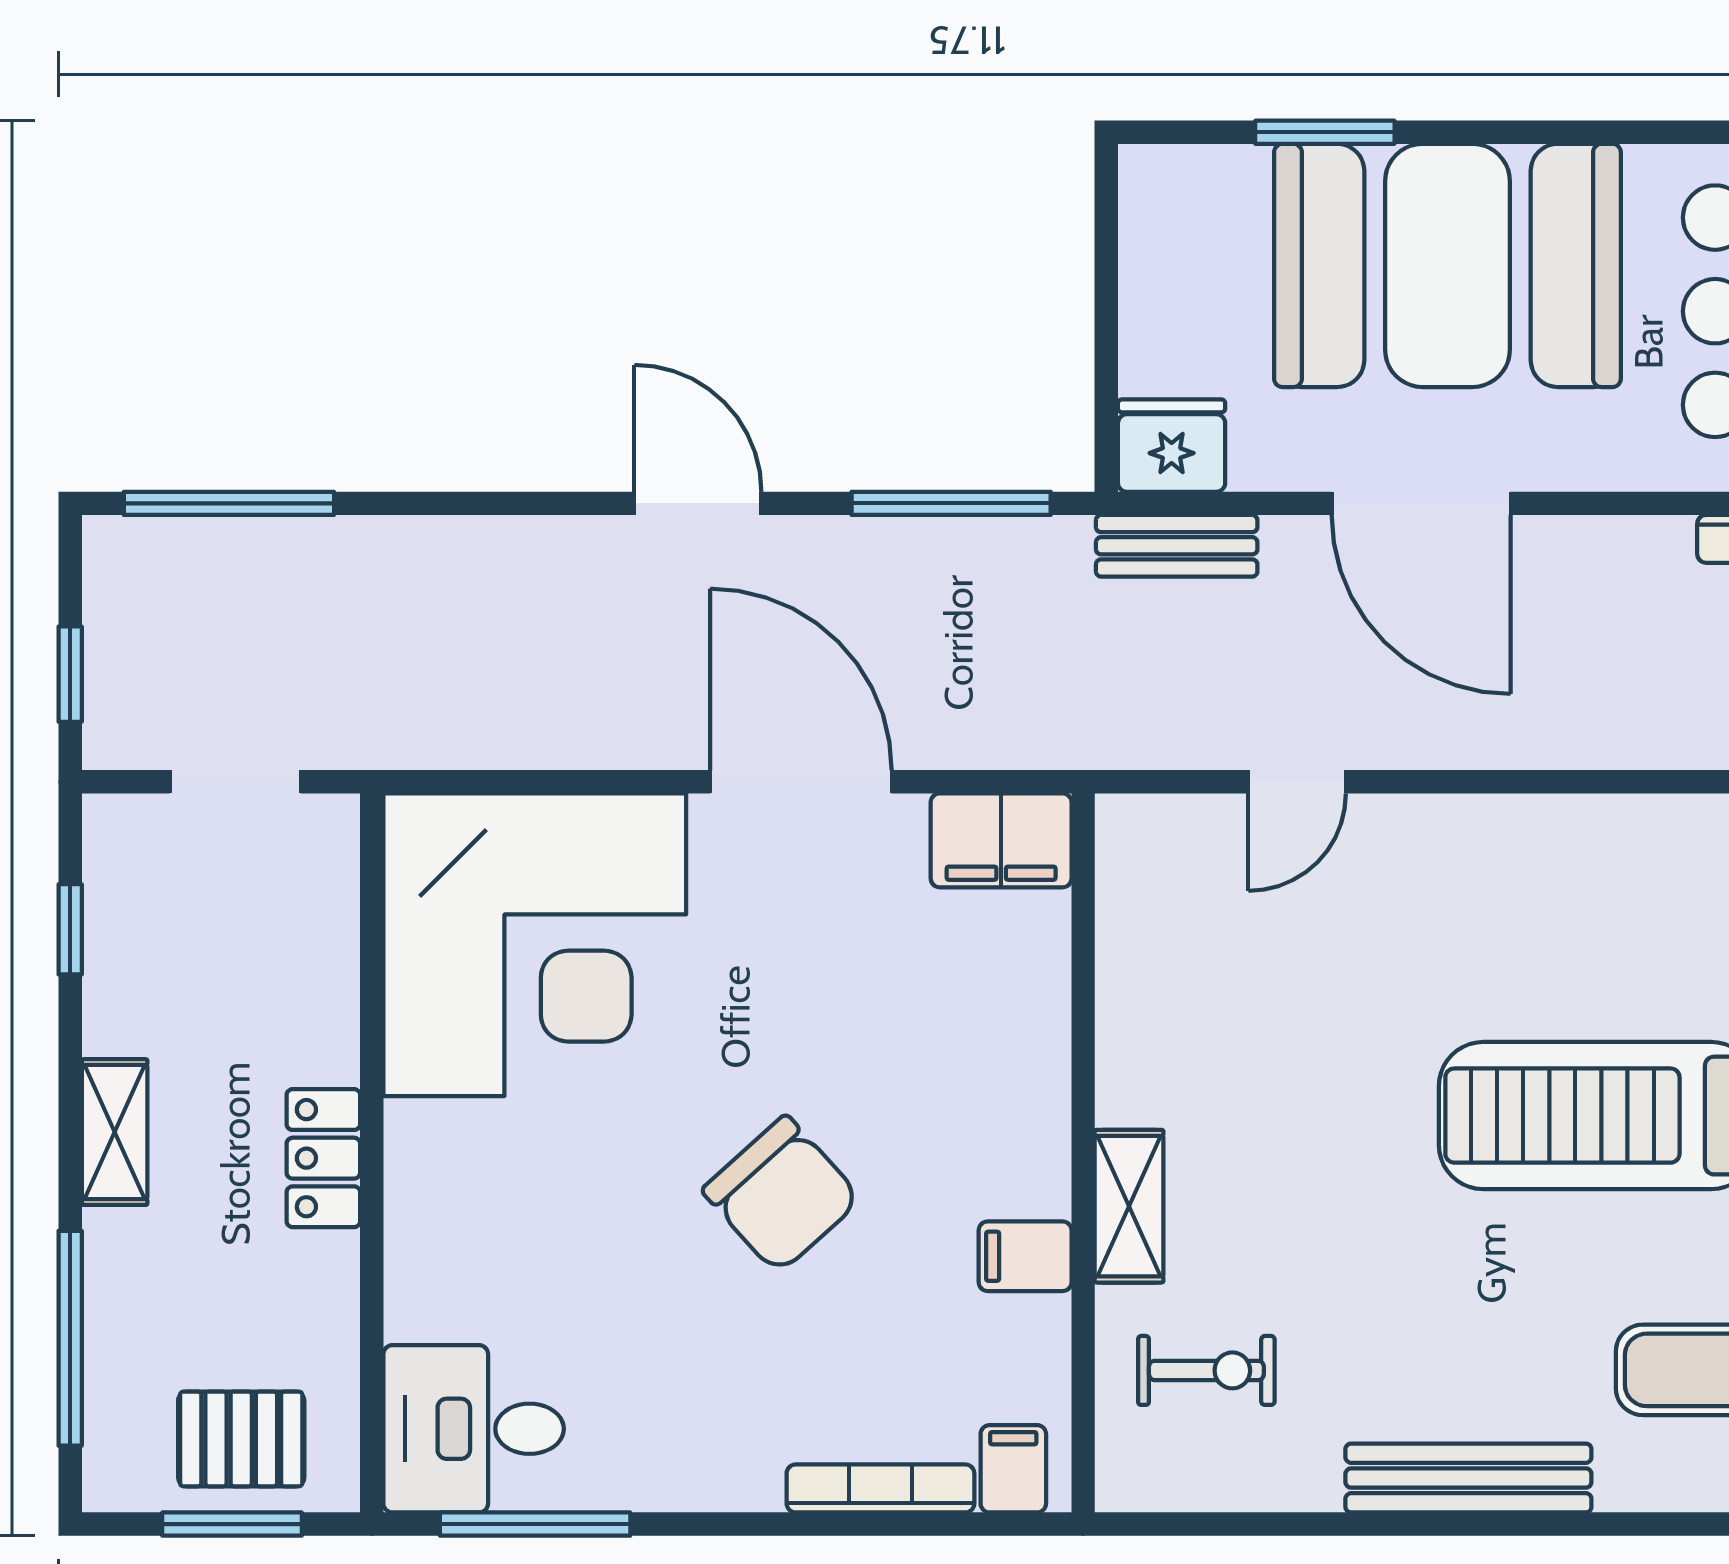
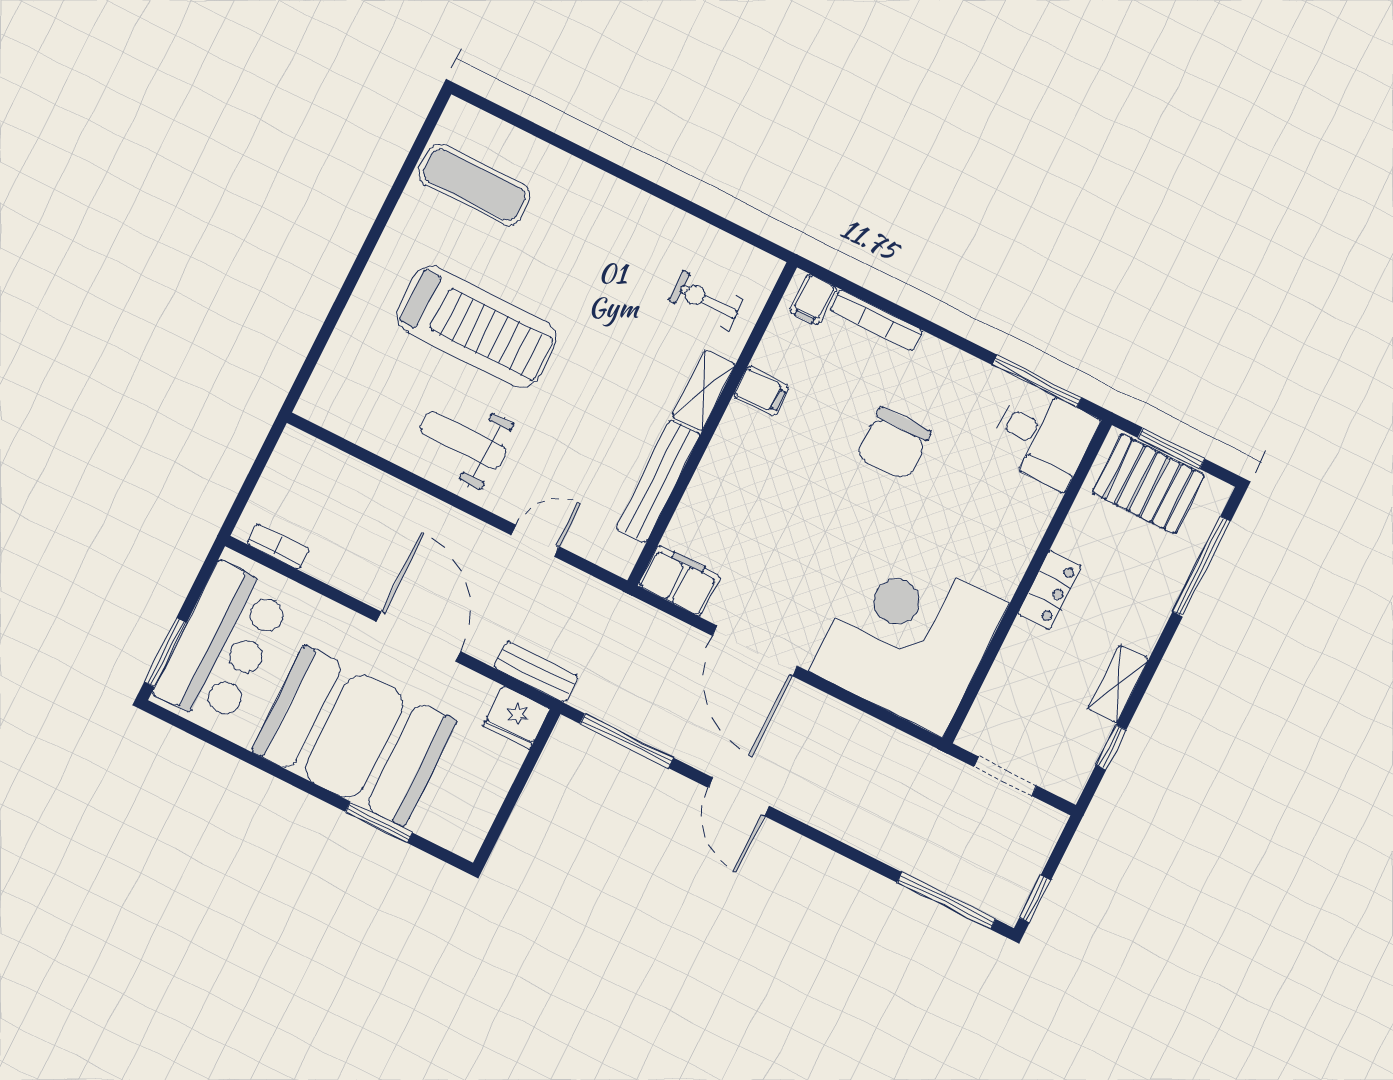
window: (70, 674) -> (1035, 899), moved
weight bench: (1519, 899) -> (463, 440), added
shelving: (115, 1132) -> (1118, 684), moved
chair: (782, 1194) -> (893, 444), moved, turned -138
pallet: (241, 1439) -> (1148, 484), width x1.50, depth x1.42
bench: (1468, 1478) -> (658, 481), moved, turned 90

